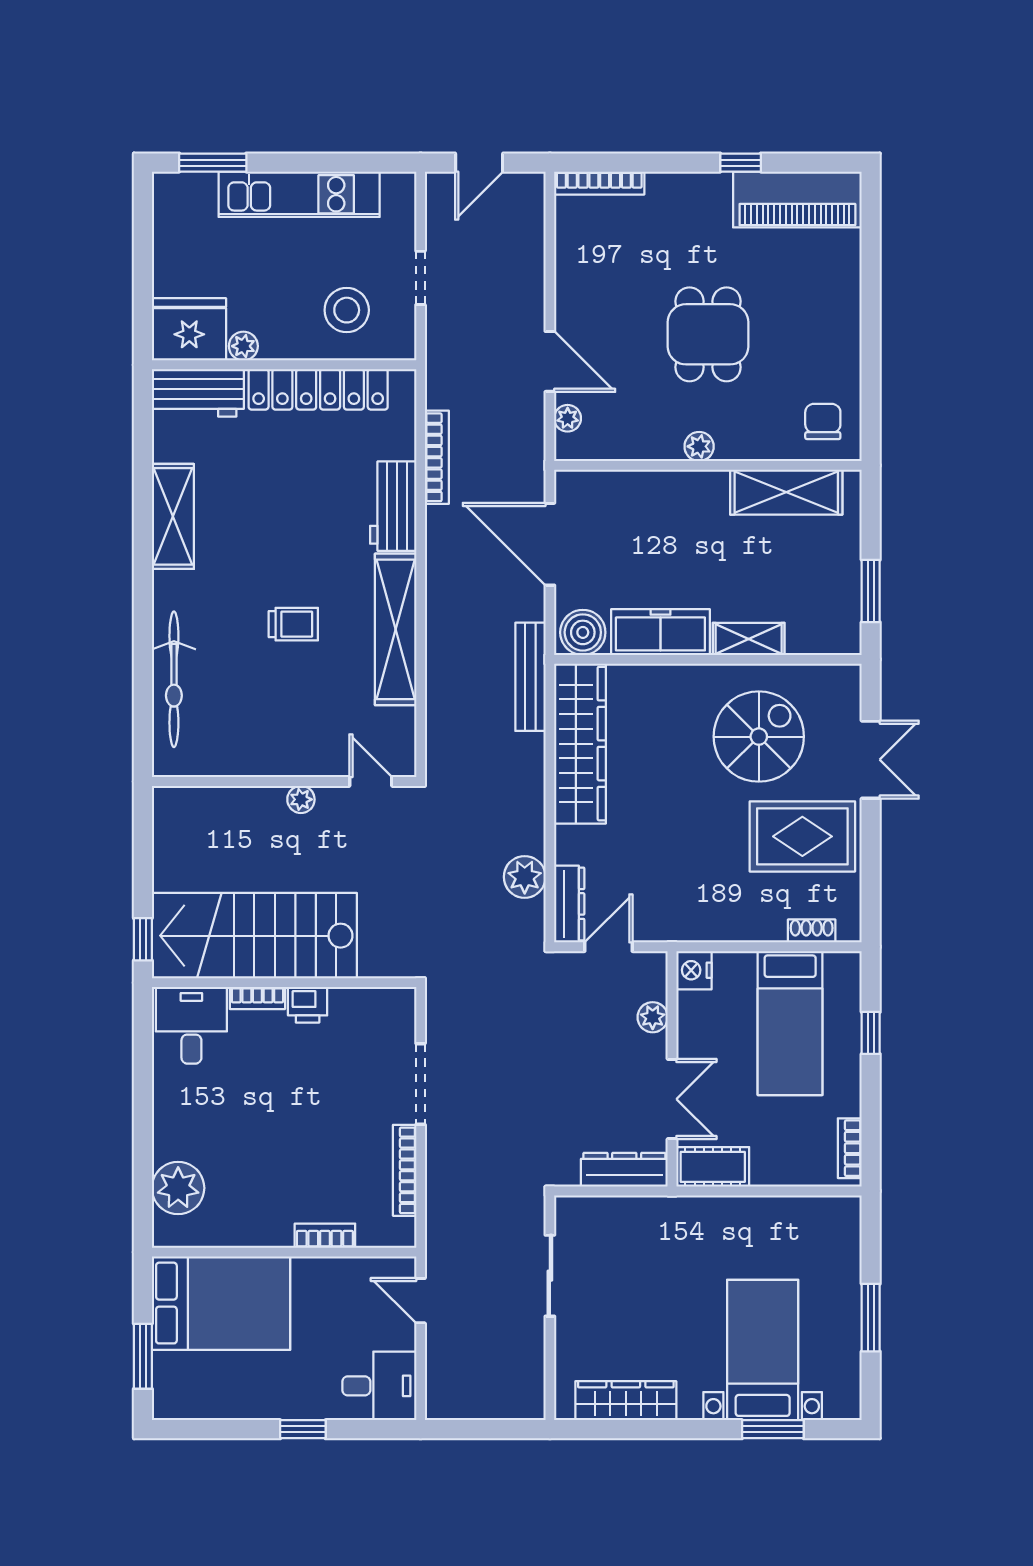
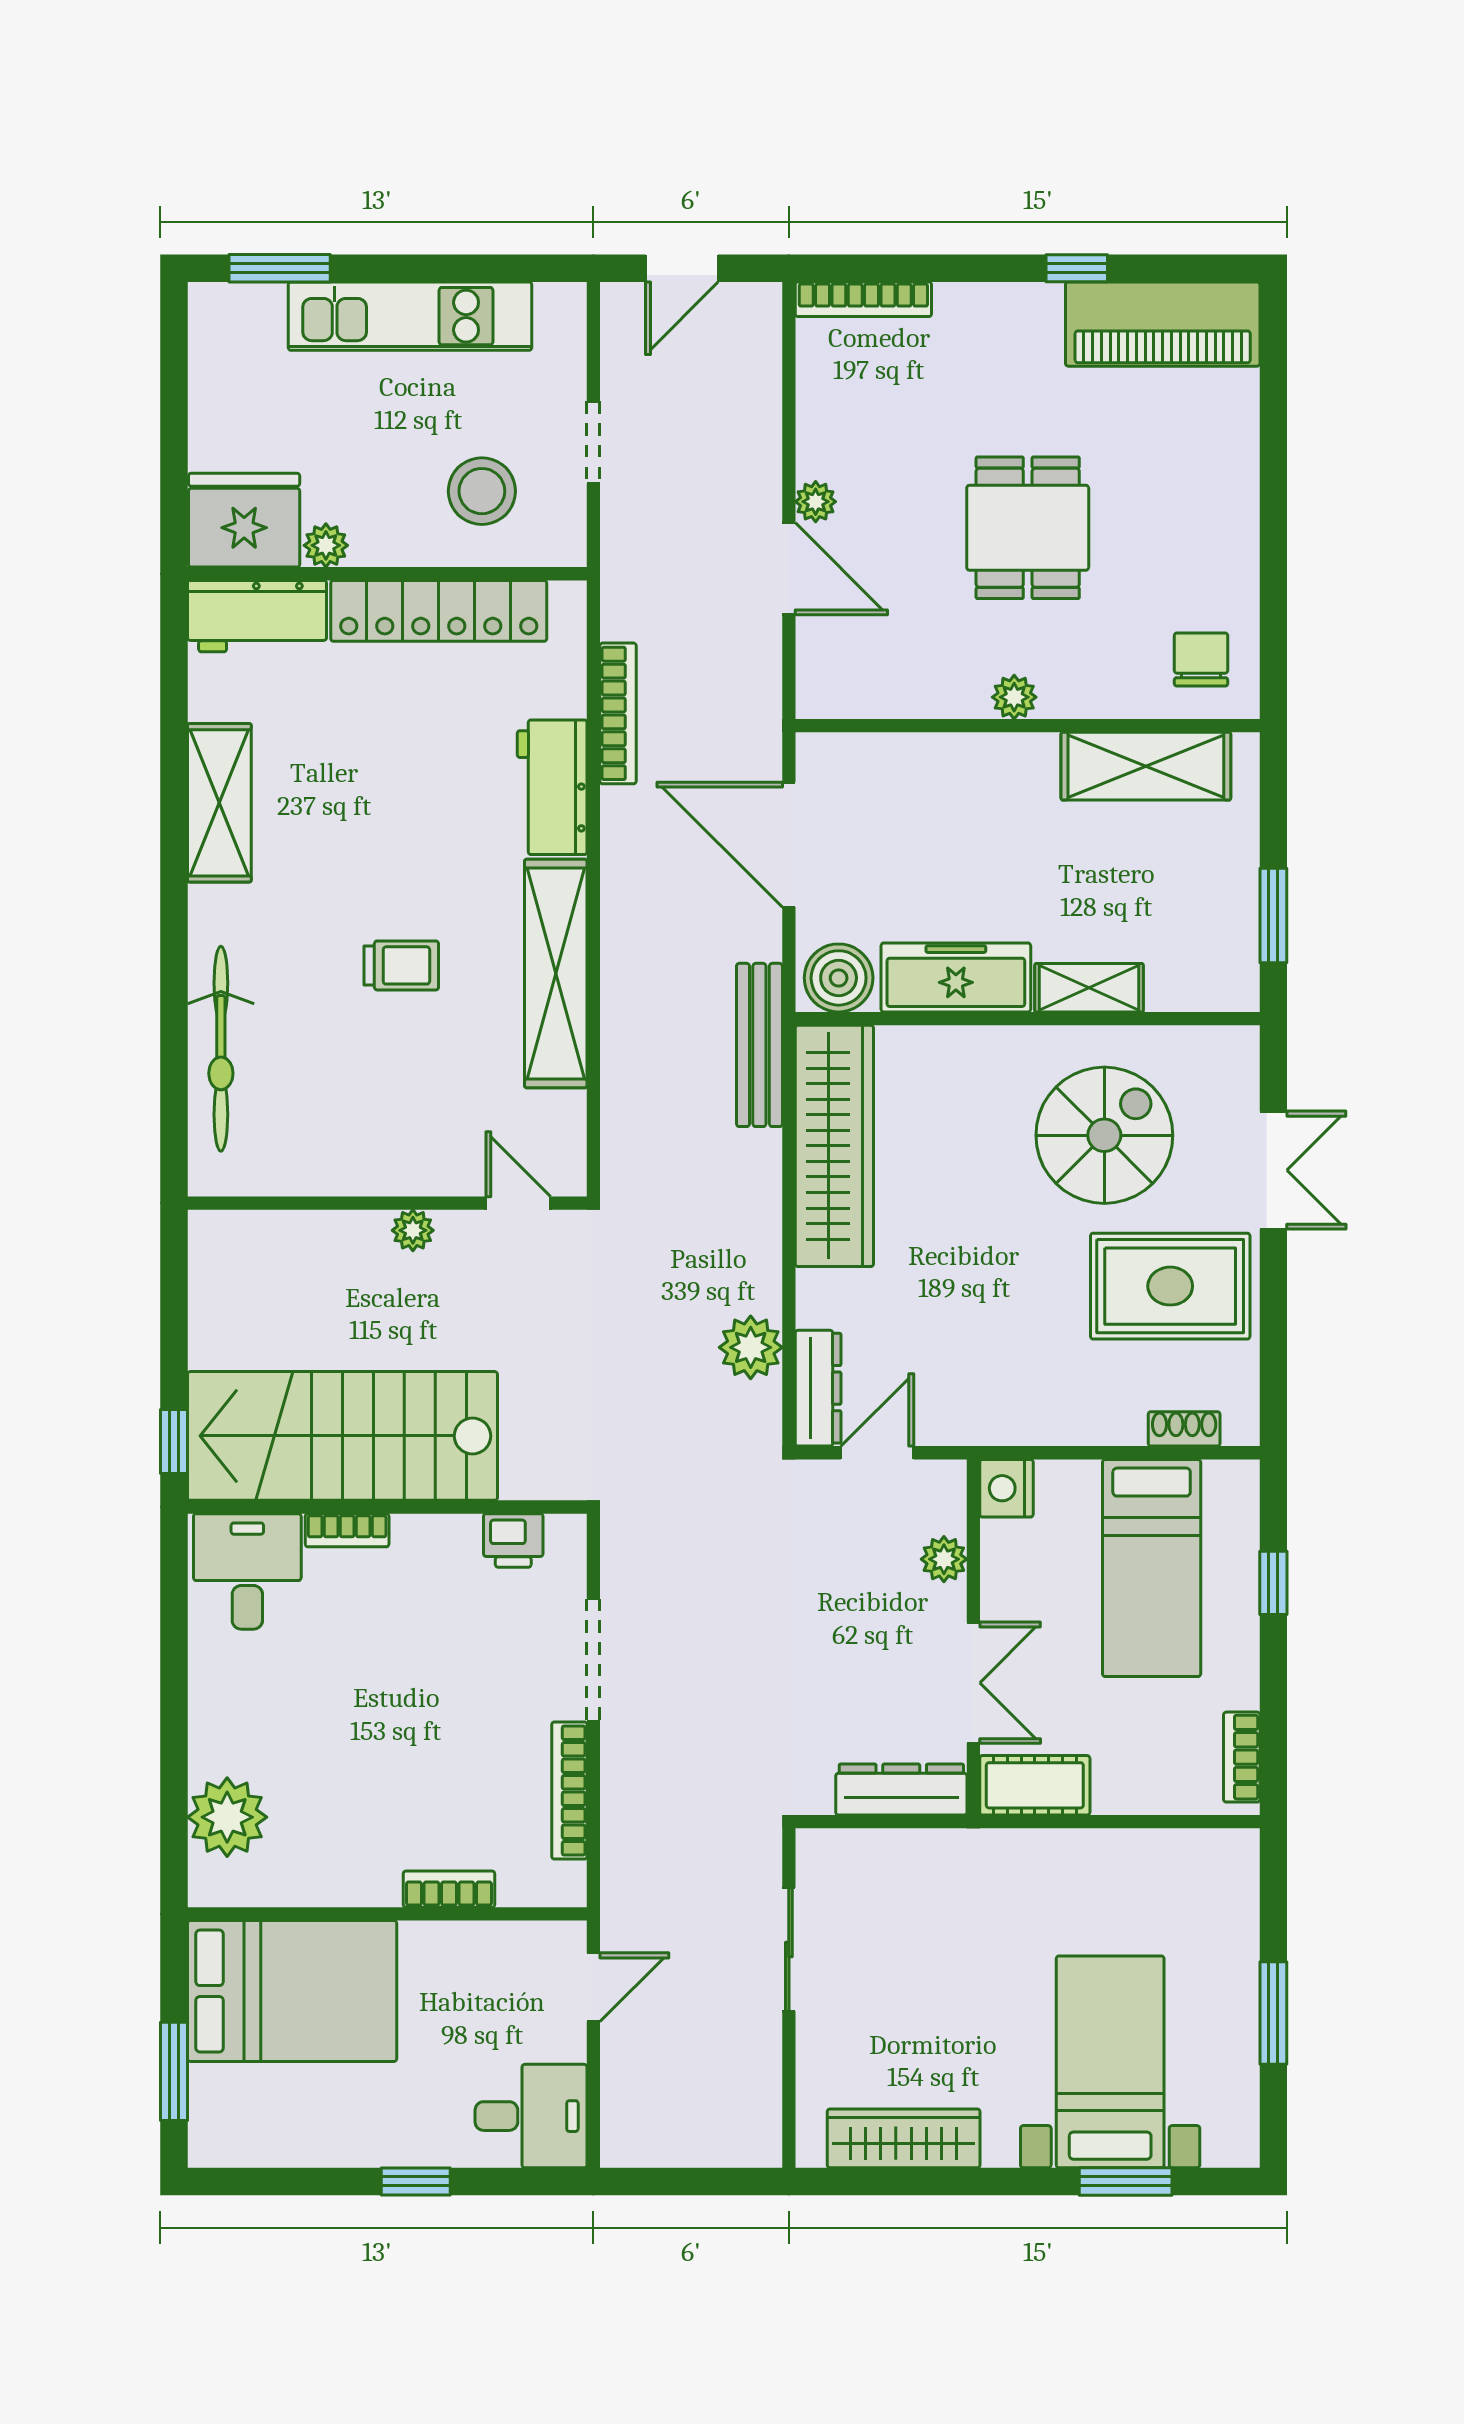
plant: (568, 418) -> (816, 502), moved
printer: (308, 1005) -> (513, 1540), moved
door: (421, 1301) -> (593, 1987), swing flipped

